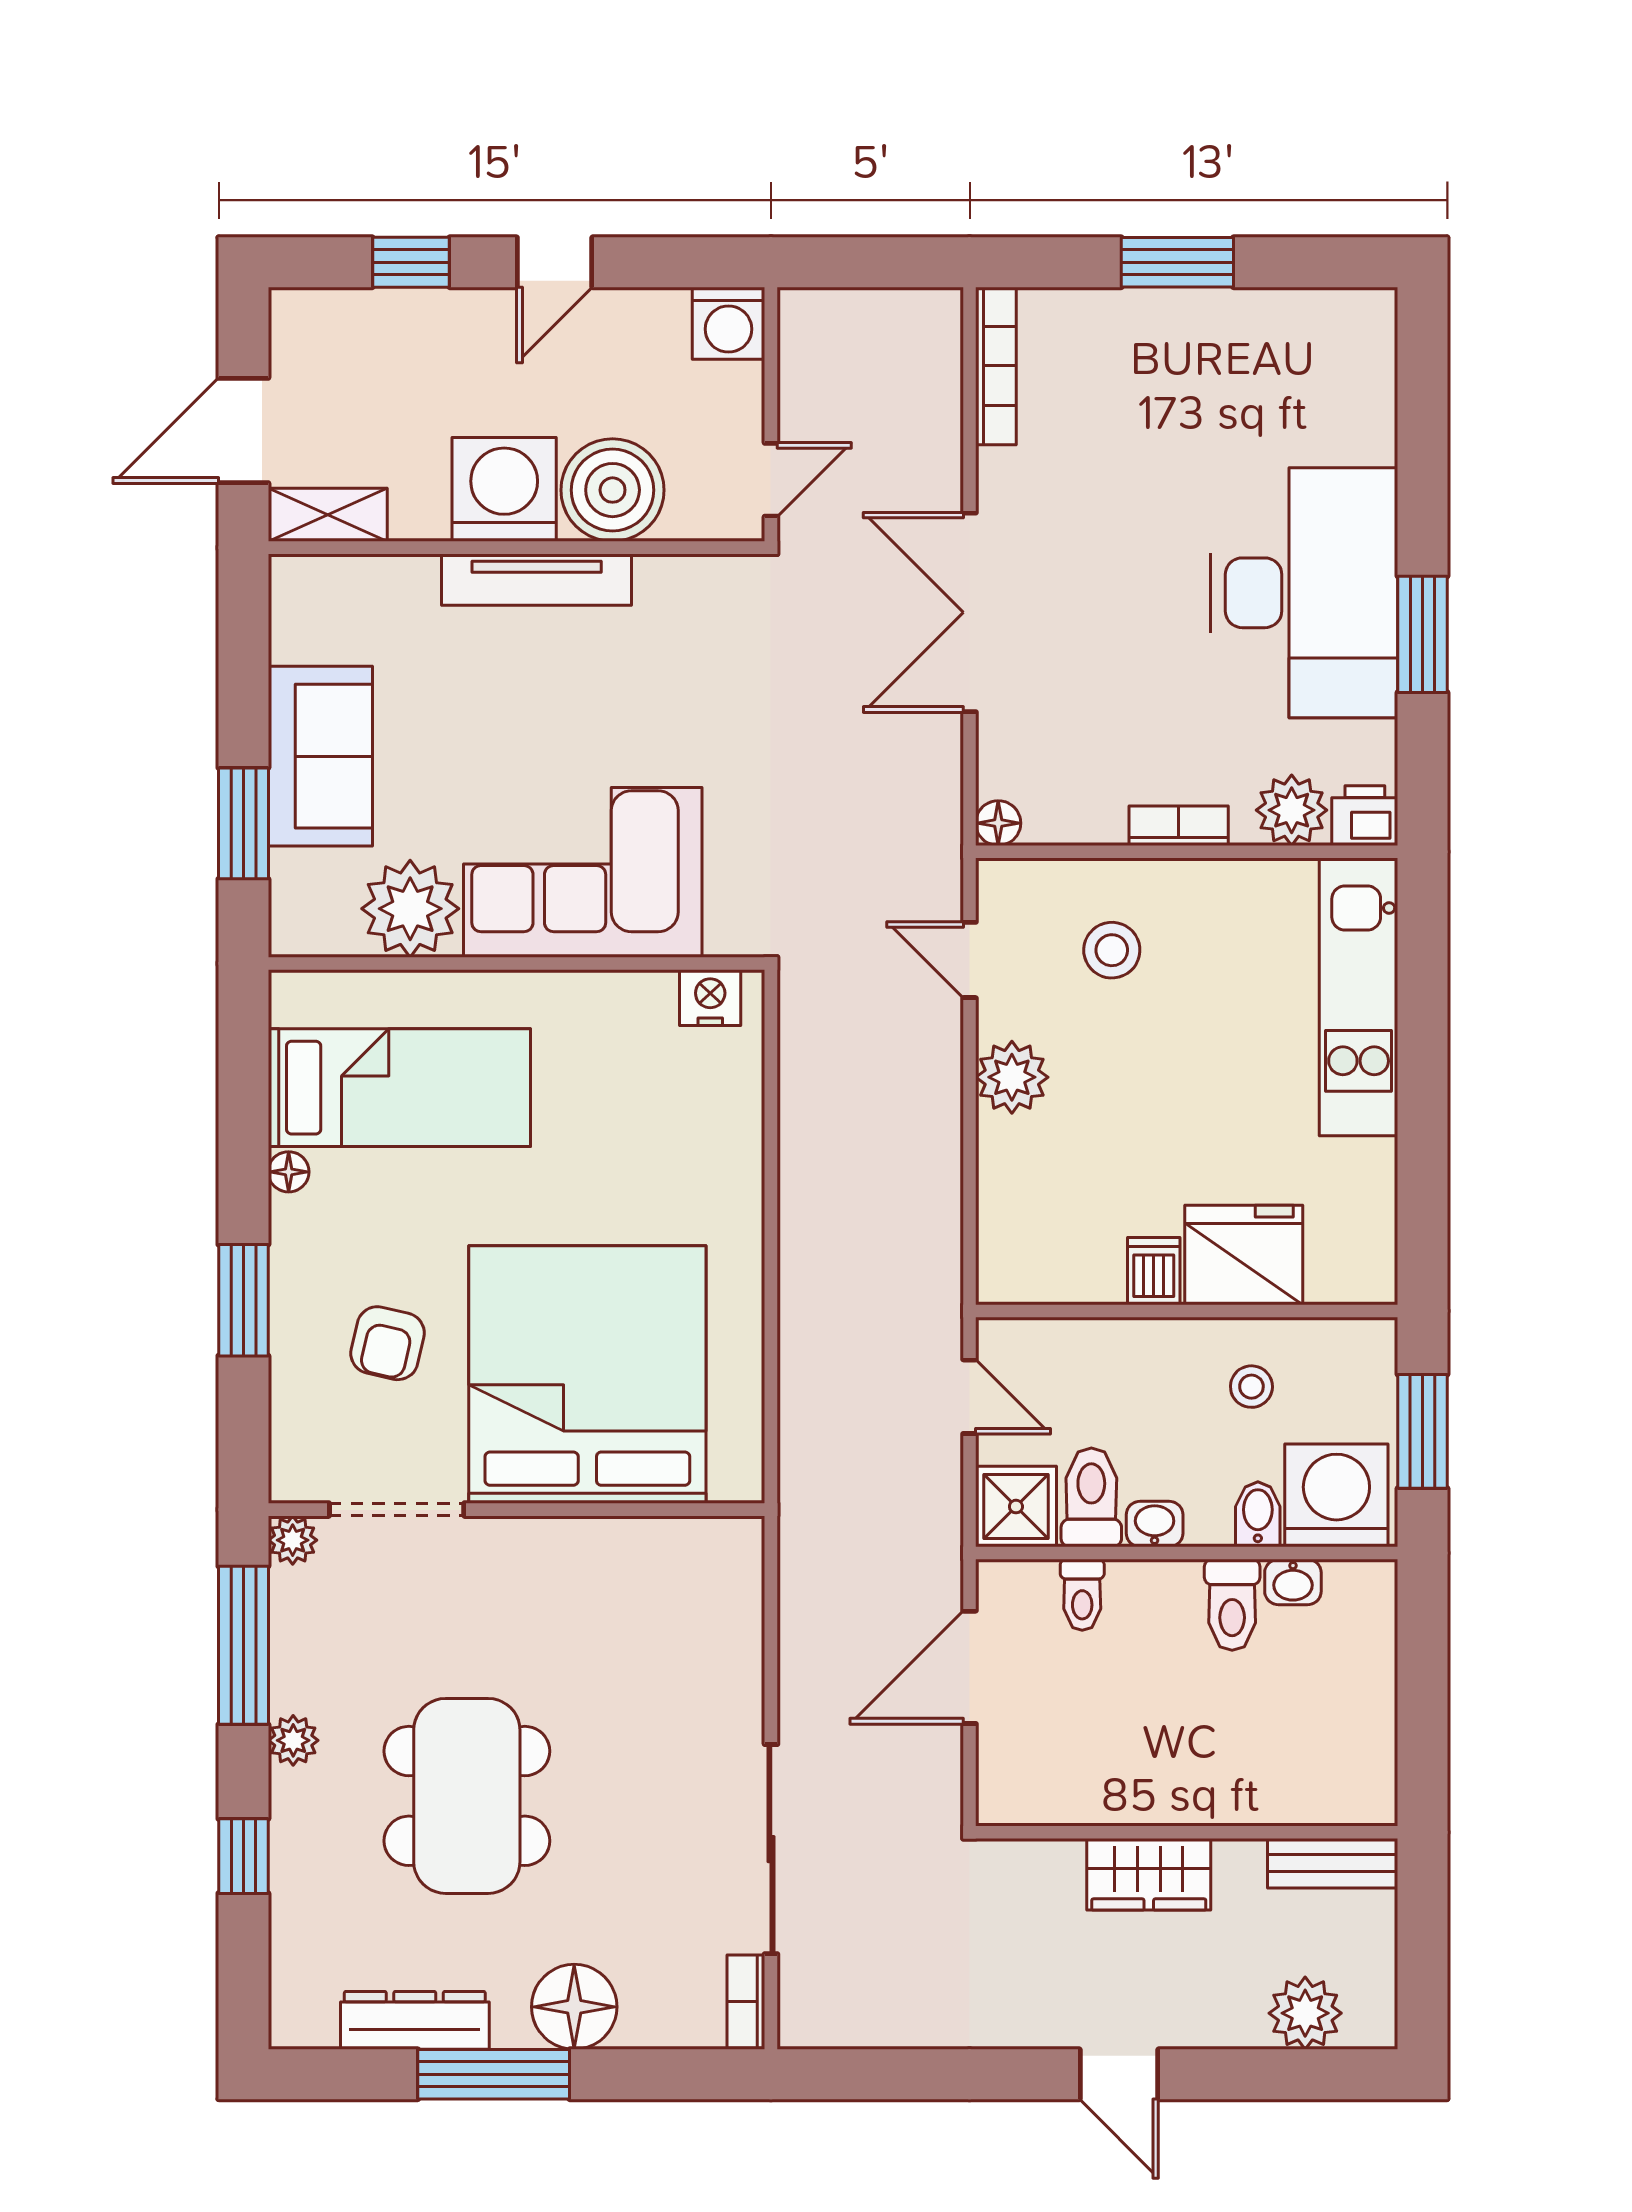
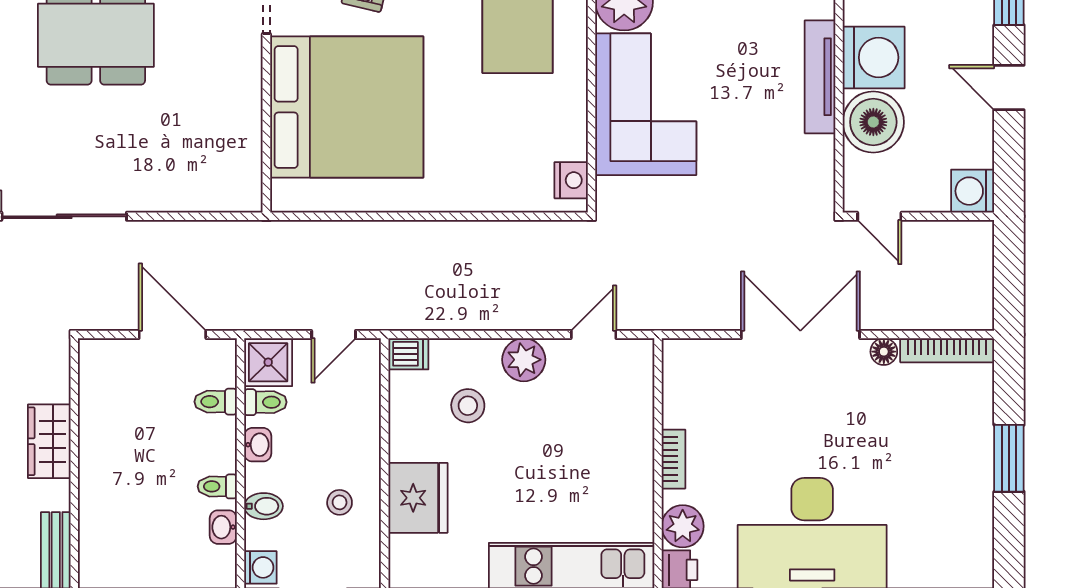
floor lamp: (998, 823) -> (884, 352), moved
stool: (1112, 950) -> (468, 406), moved
dishwasher: (1154, 1271) -> (408, 354), moved
washing machine: (1336, 1495) -> (260, 567), width x0.53, depth x0.53
toilet: (1091, 1497) -> (265, 402), width x0.73, depth x0.72
toilet: (1232, 1605) -> (217, 486), width x0.73, depth x0.72

